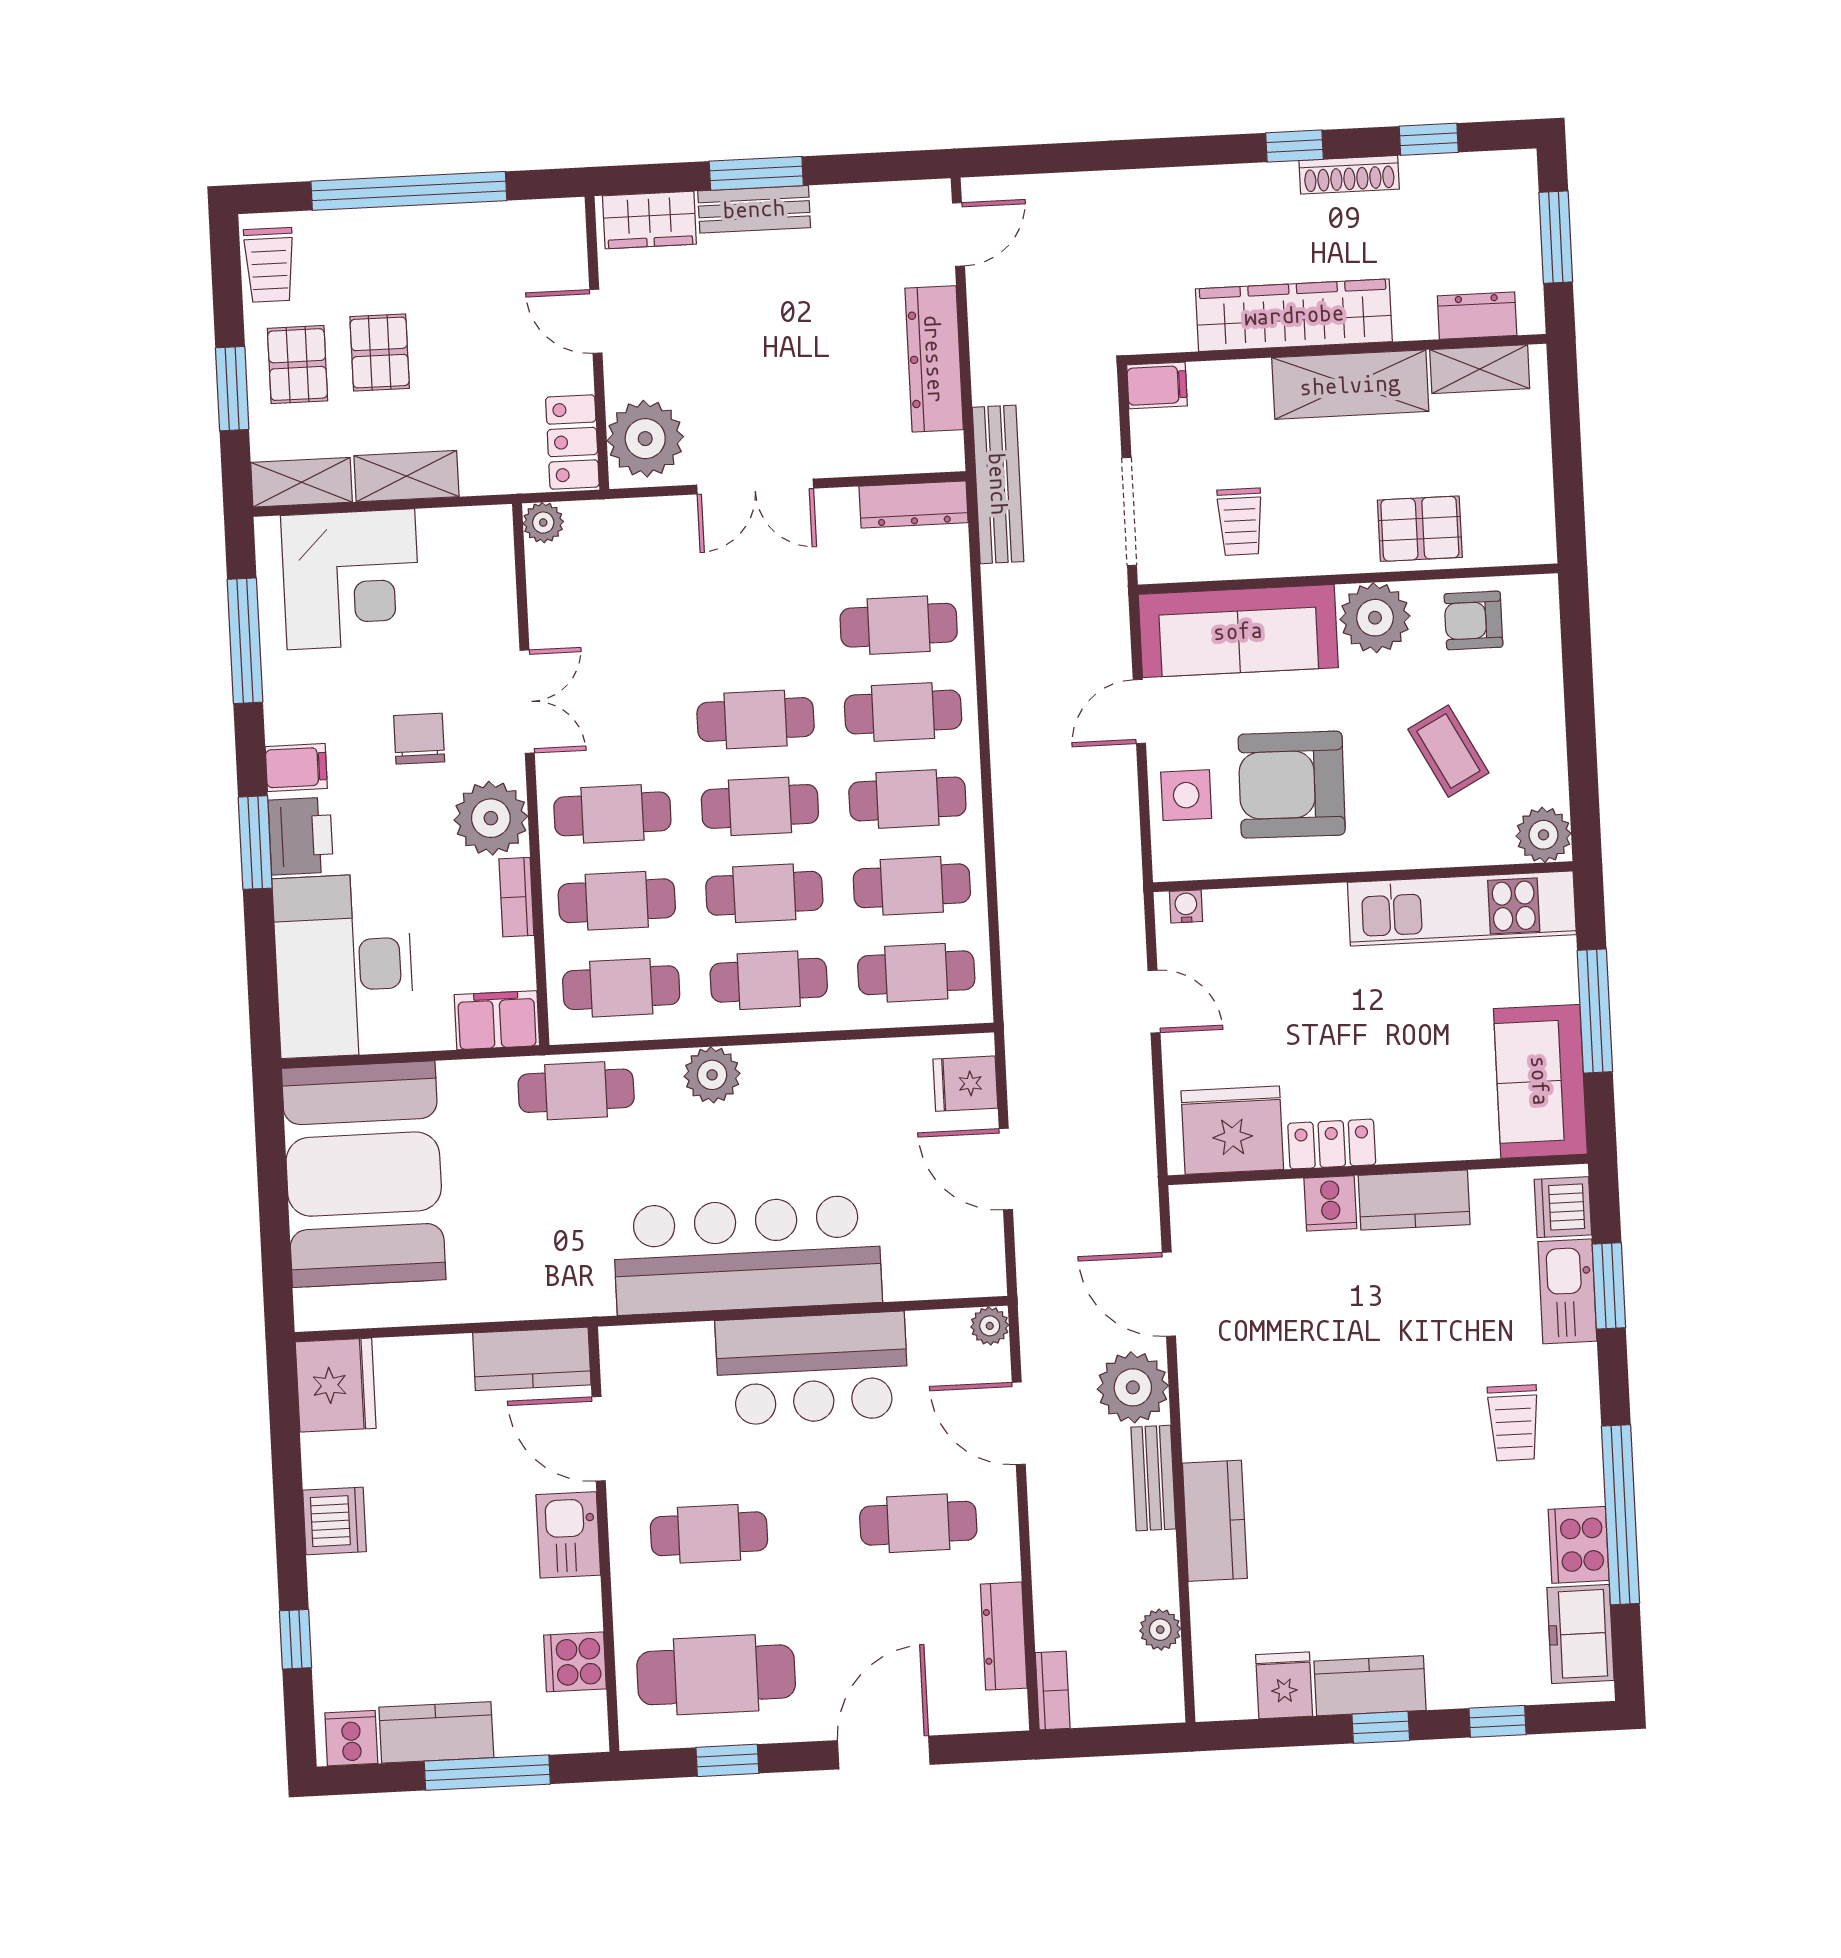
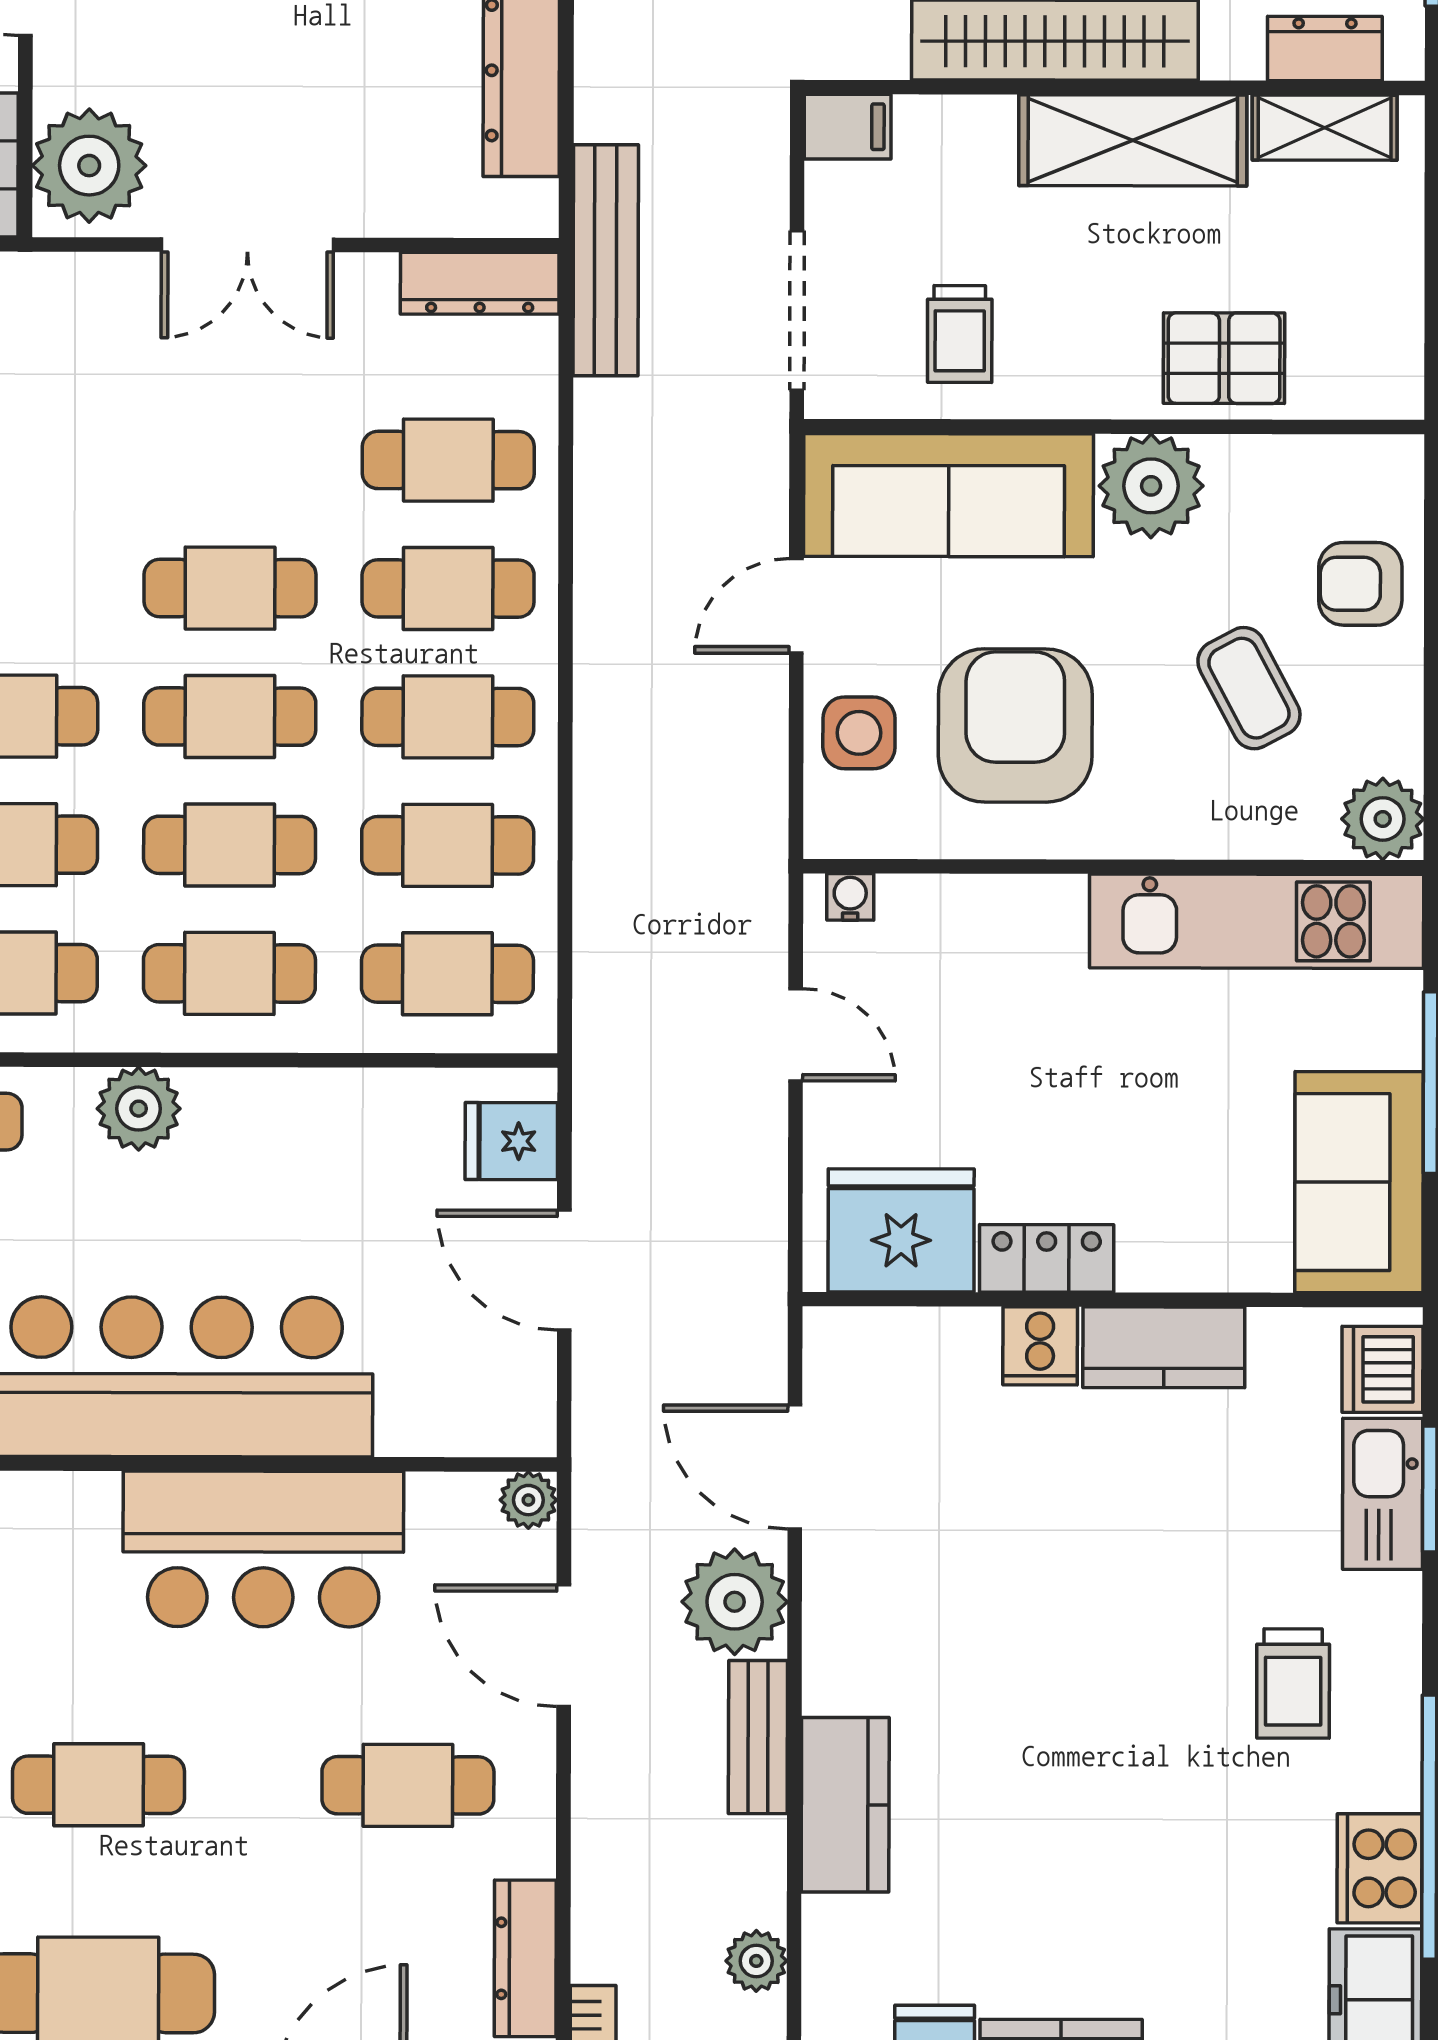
armchair: (1473, 620) -> (1360, 584), moved
armchair: (1292, 785) -> (1015, 725), turned 89

